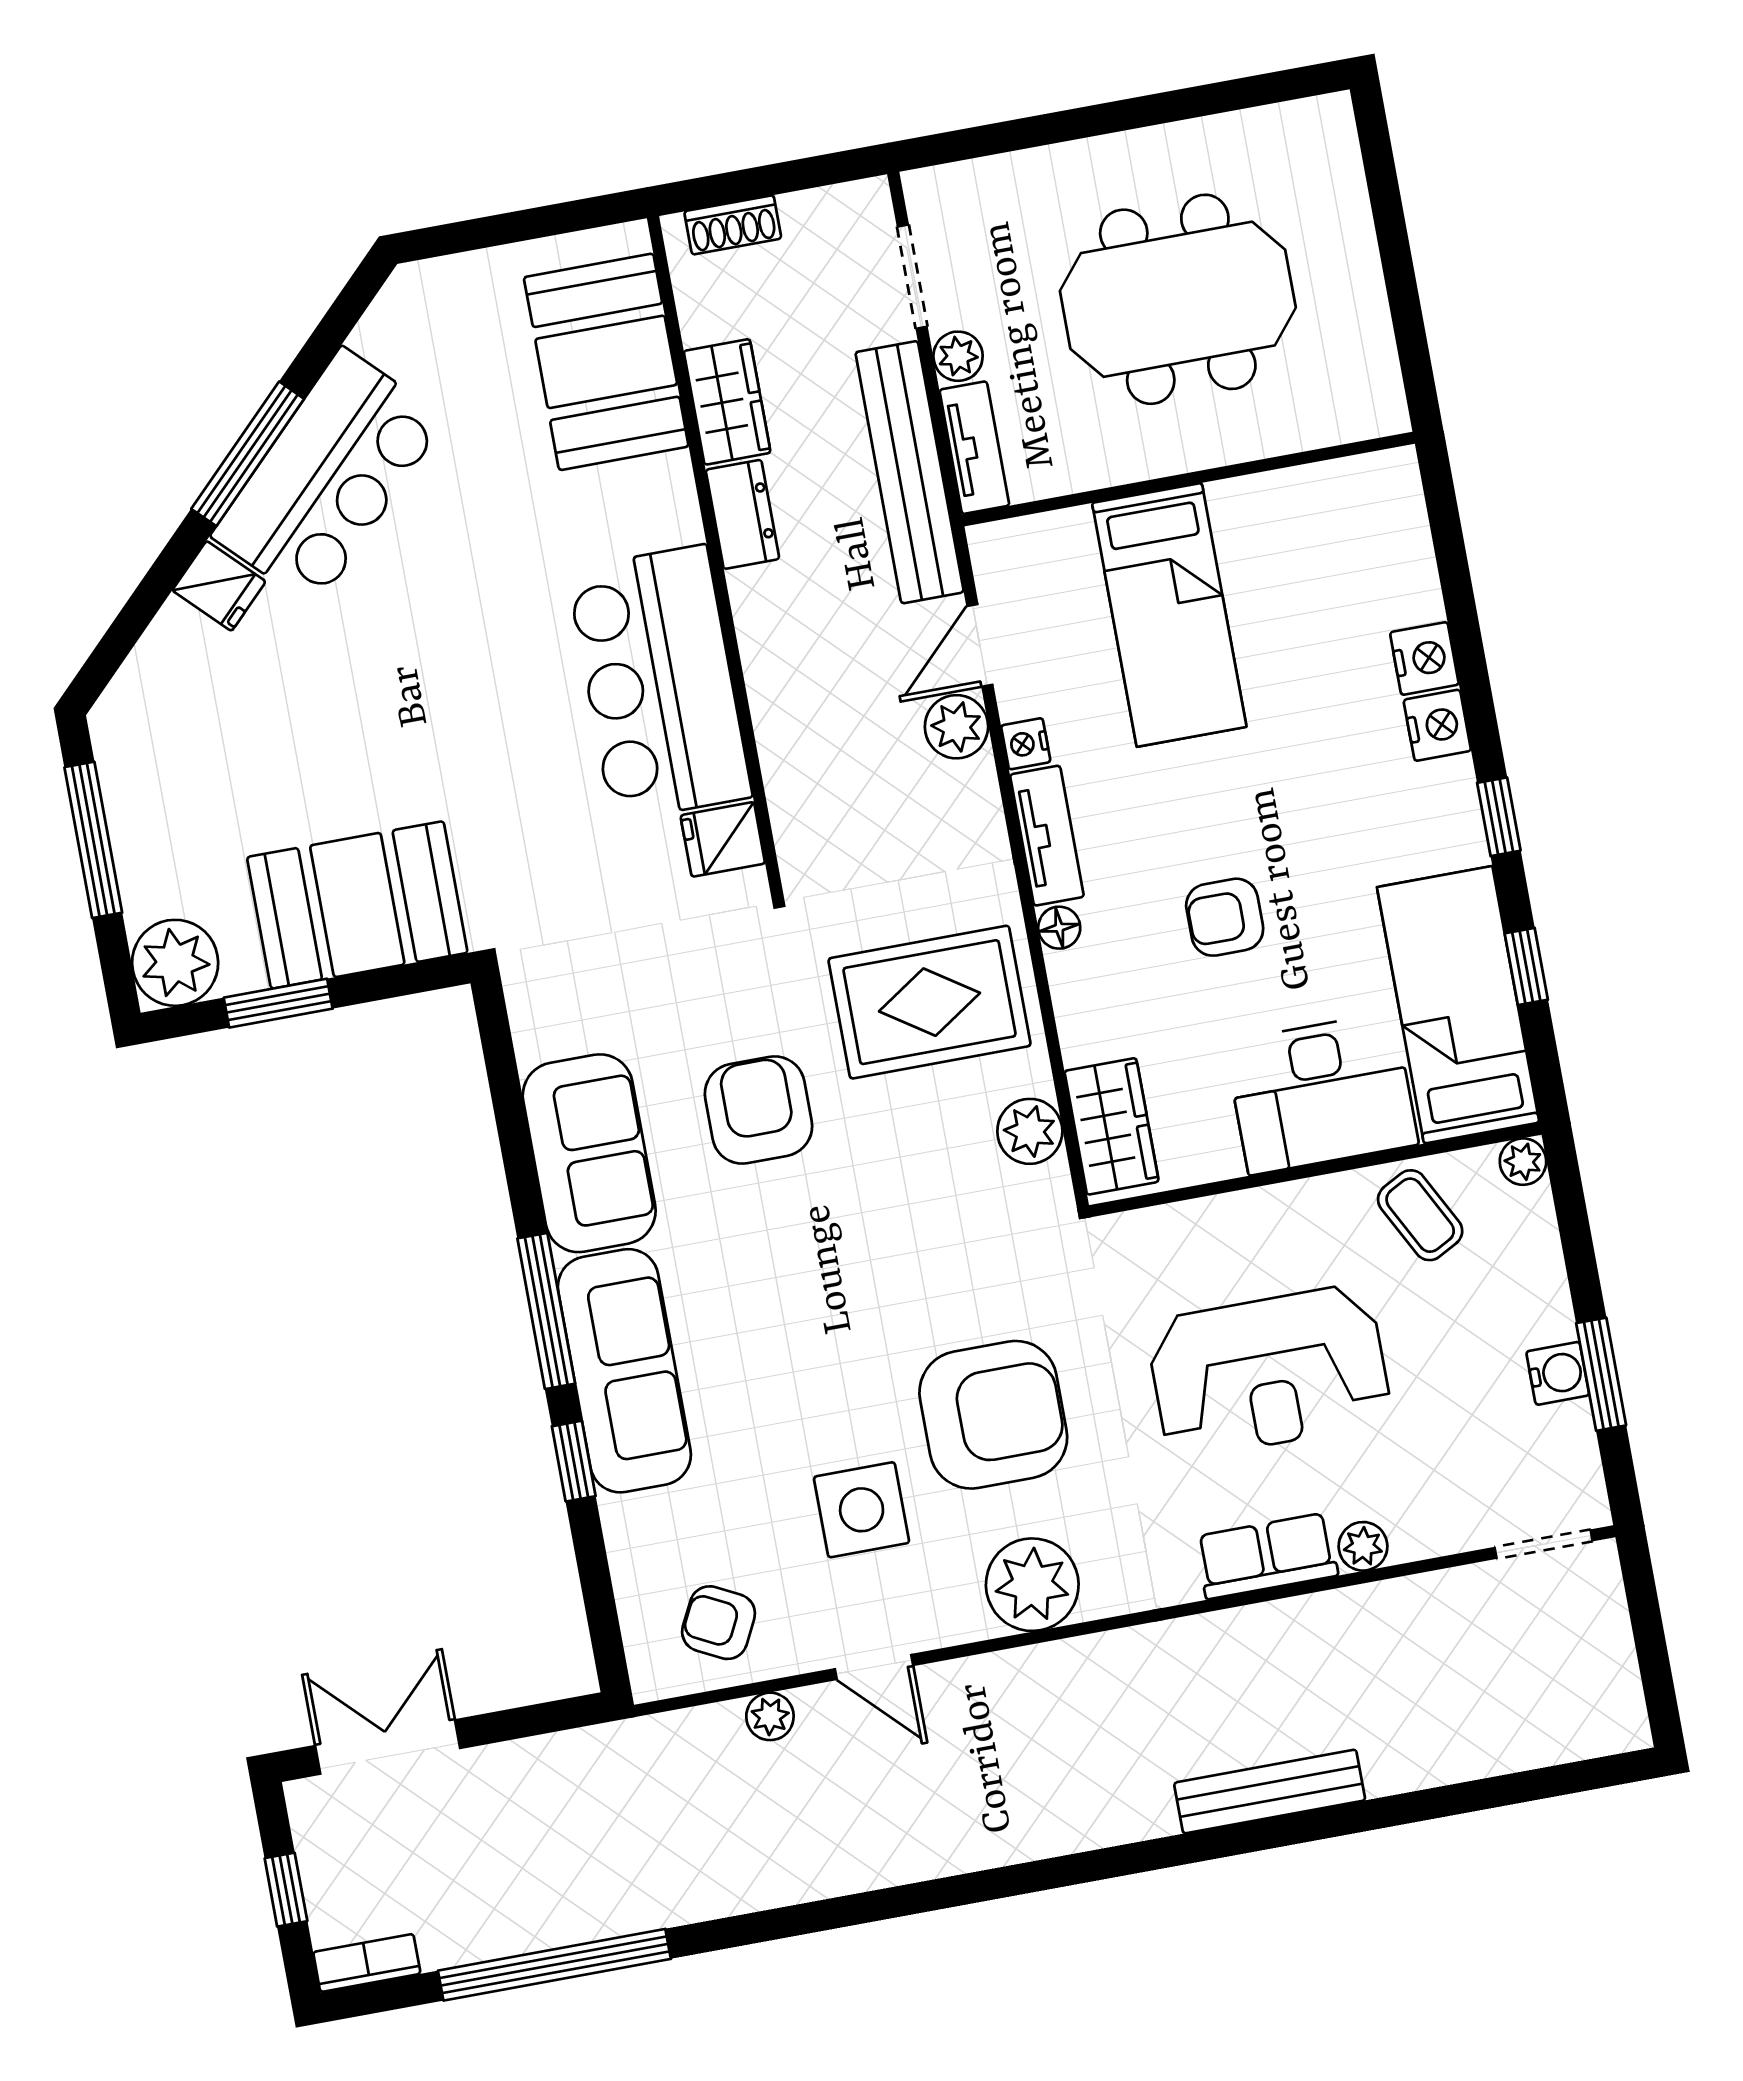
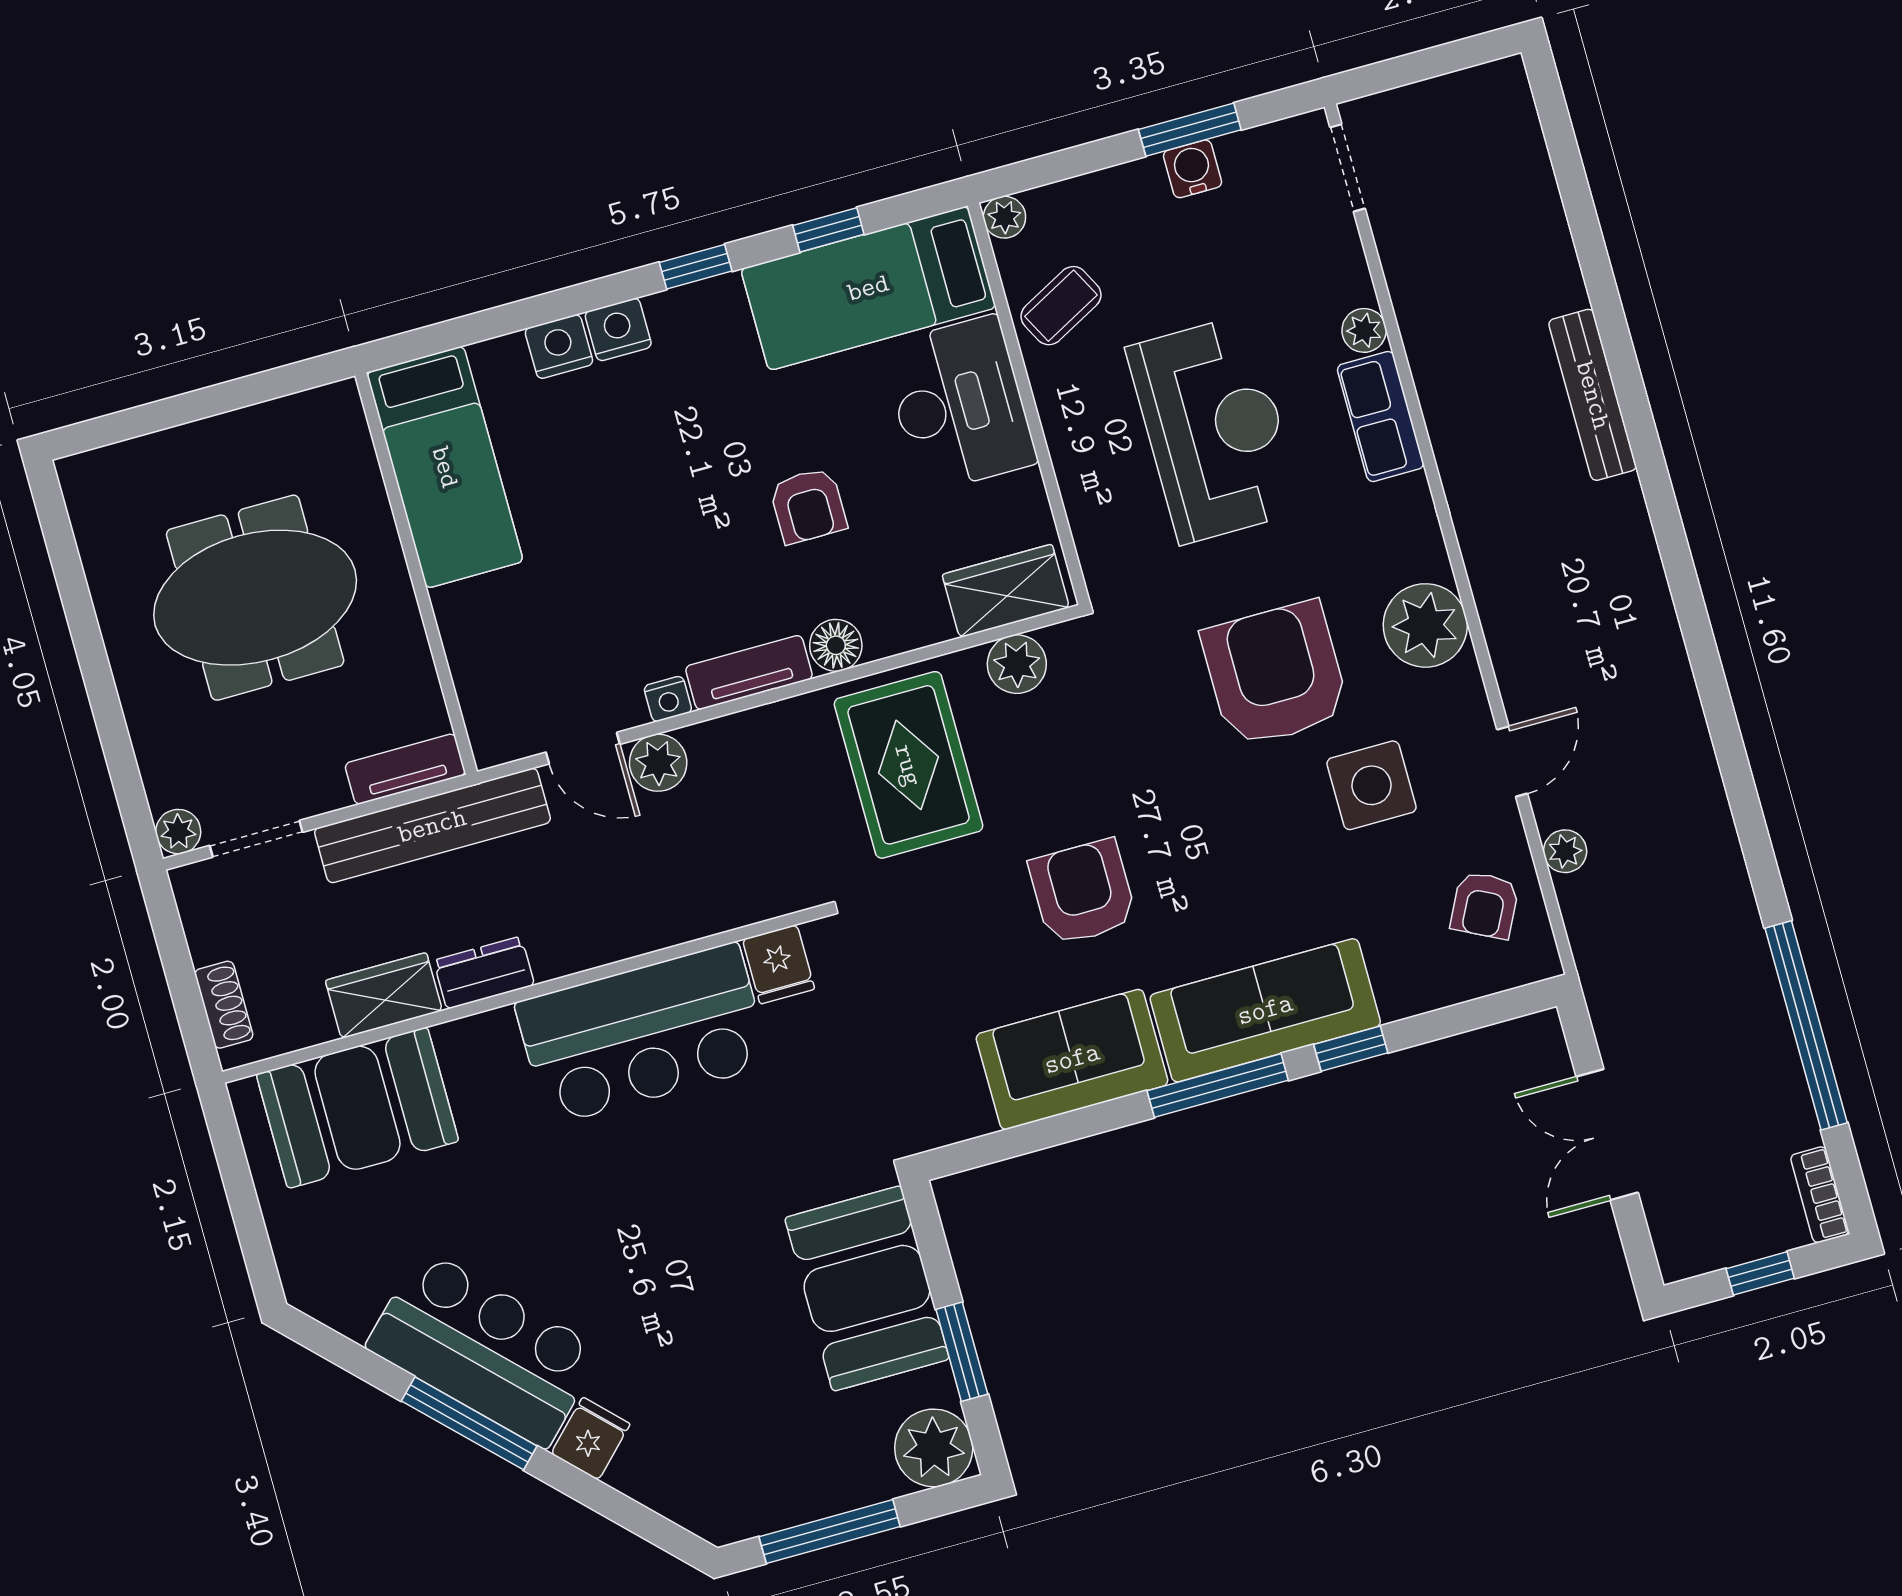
meeting table: (1178, 299) -> (255, 598), turned 90
plant: (958, 356) -> (178, 832), moved
bed: (1169, 615) -> (445, 467), moved, turned 90
floor lamp: (1059, 928) -> (836, 645), width x1.37, depth x1.37
armchair: (758, 1110) -> (1083, 892), moved, turned 90
double door: (388, 1747) -> (1607, 1135), moved

